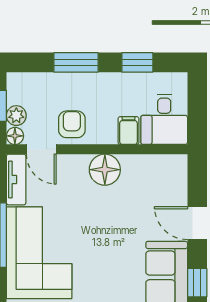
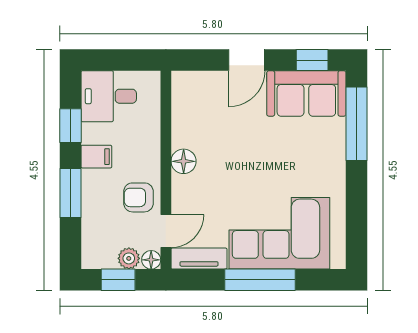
desk: (164, 119) -> (109, 96), moved, turned 180
filing cabinet: (128, 131) -> (96, 157), moved, turned 180
floor lamp: (105, 170) -> (184, 161), width x0.73, depth x0.73

